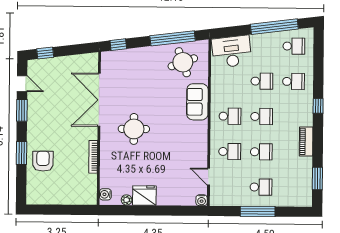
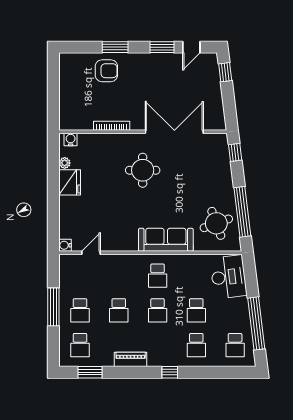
sofa: (197, 102) -> (166, 240), width x1.36
school desk: (230, 152) -> (80, 345), moved

